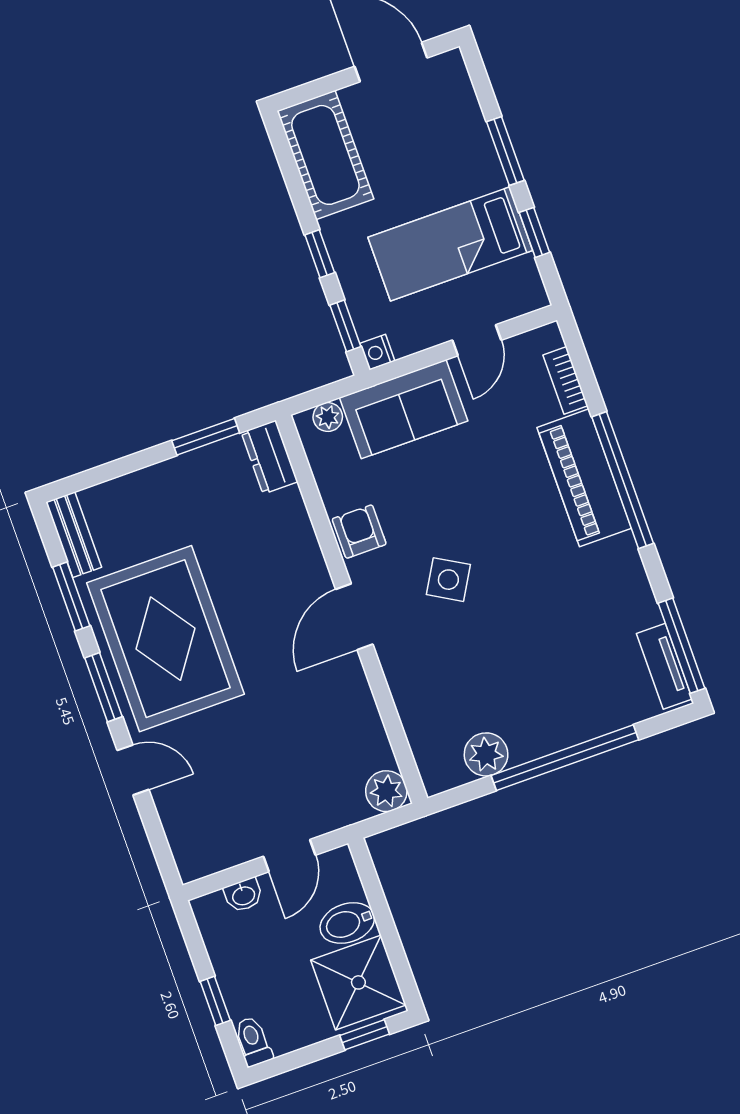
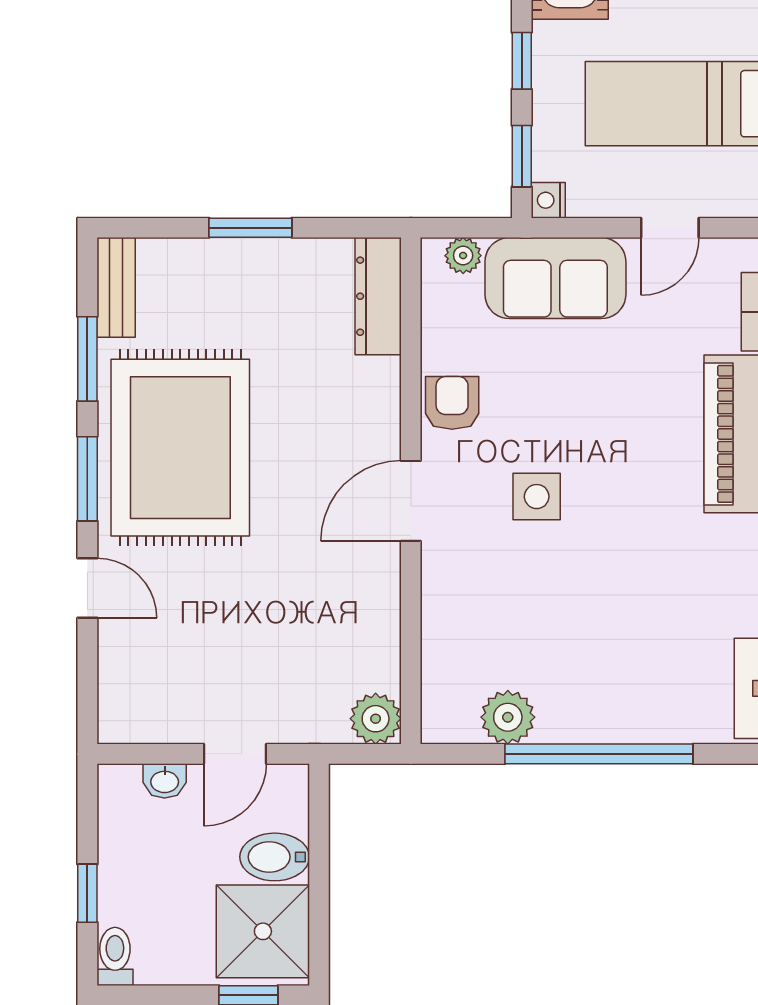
window: (206, 437) -> (250, 228), moved
dresser: (270, 457) -> (378, 296), width x1.44
side table: (448, 580) -> (537, 497), turned -30

